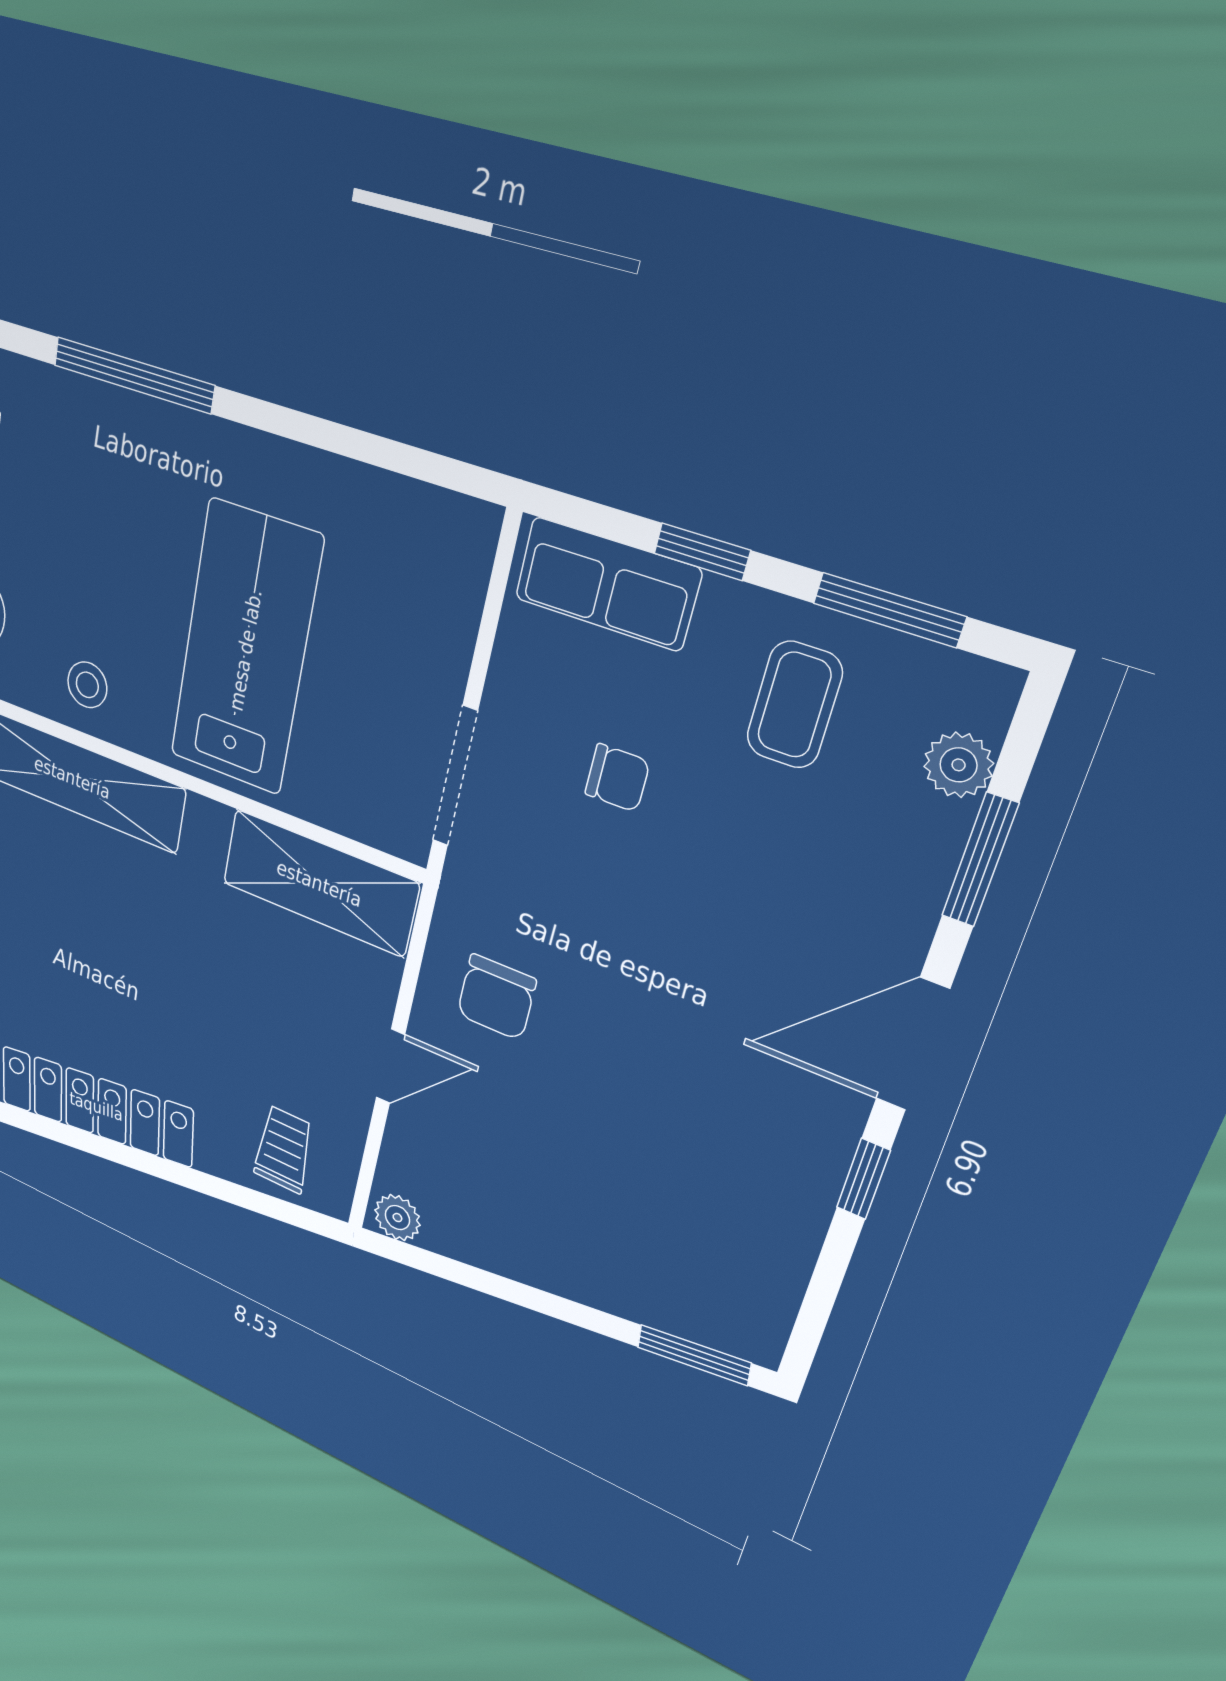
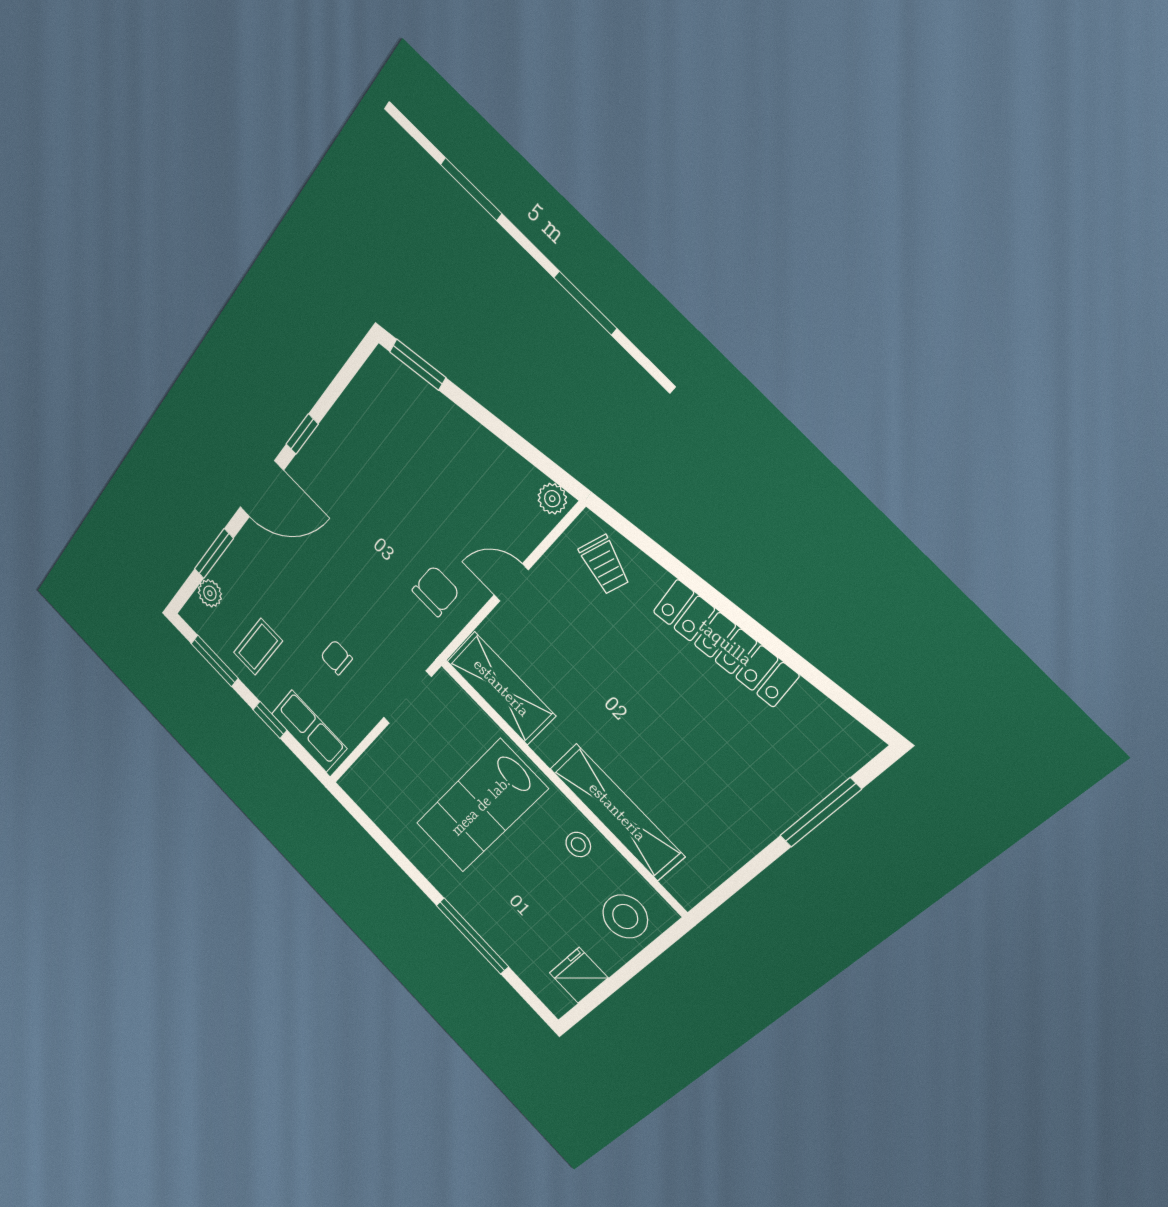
trolley: (284, 1149) -> (604, 565), turned -73

